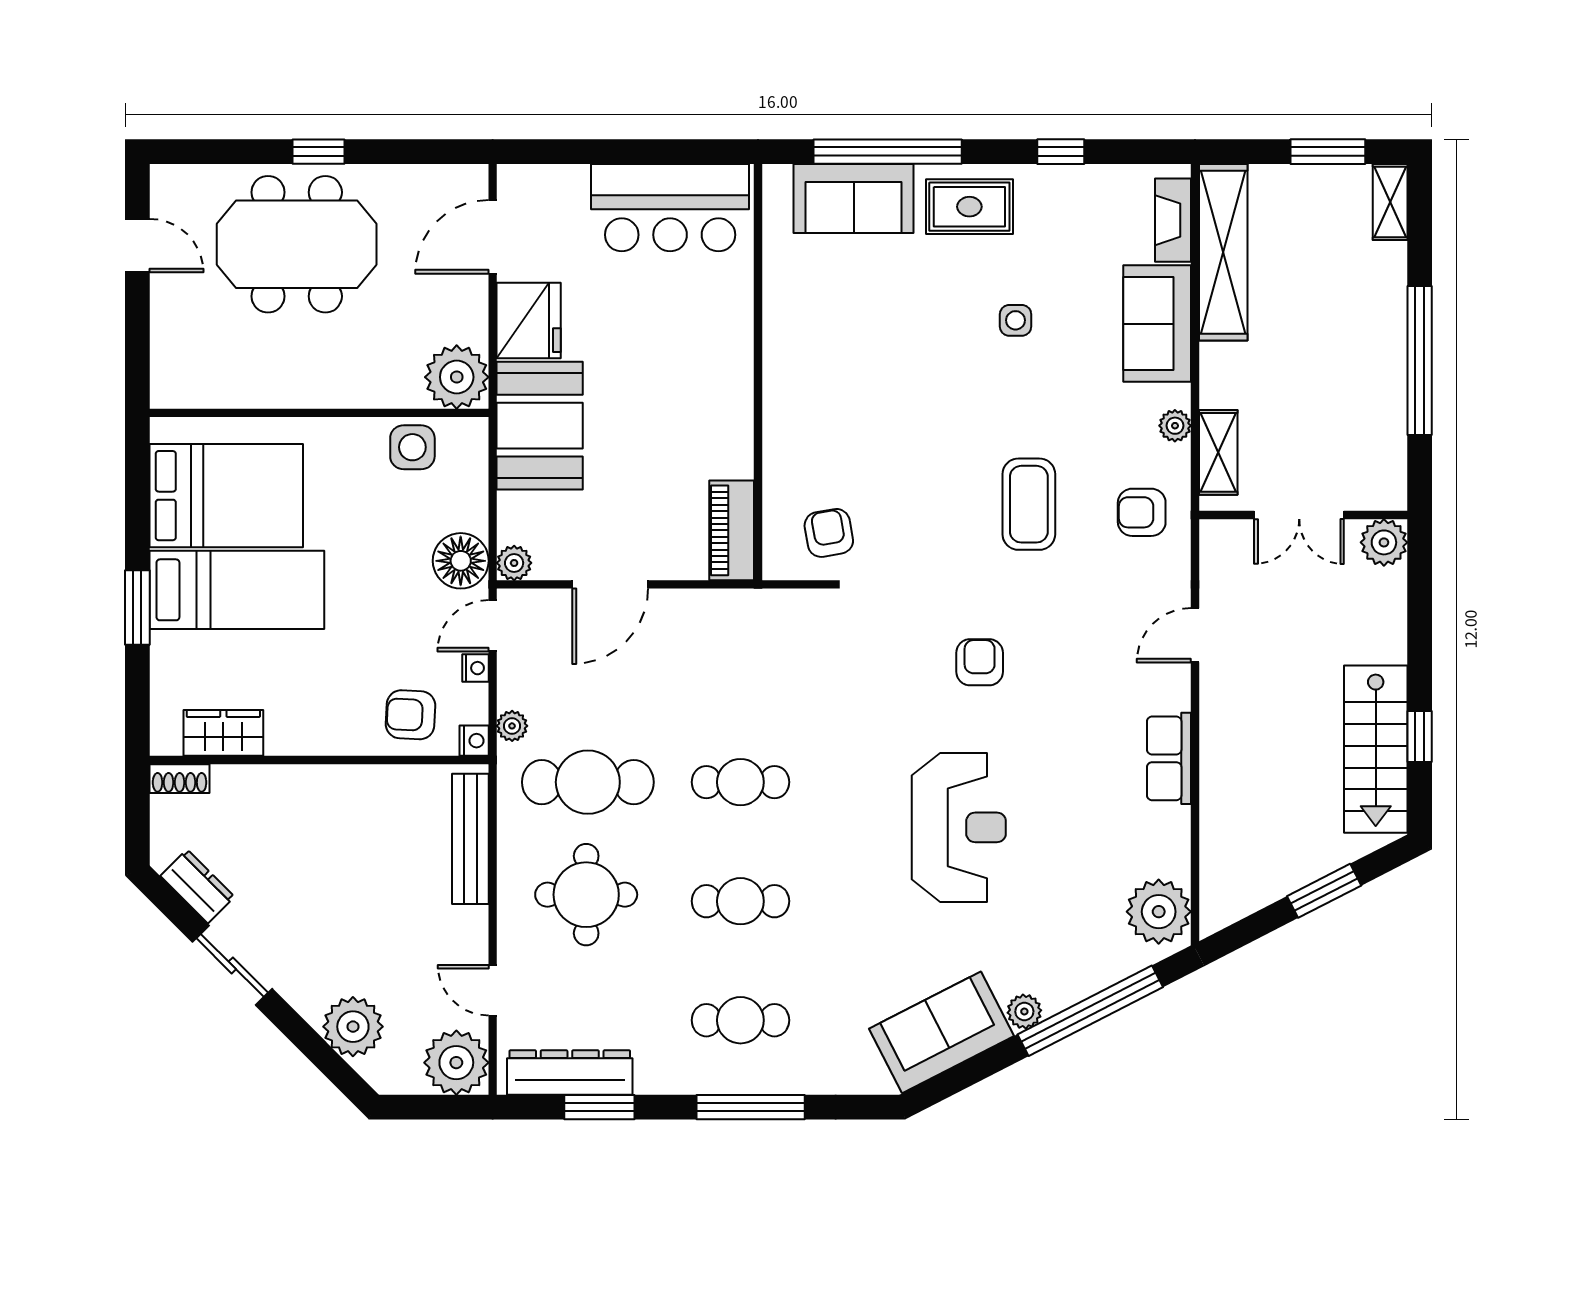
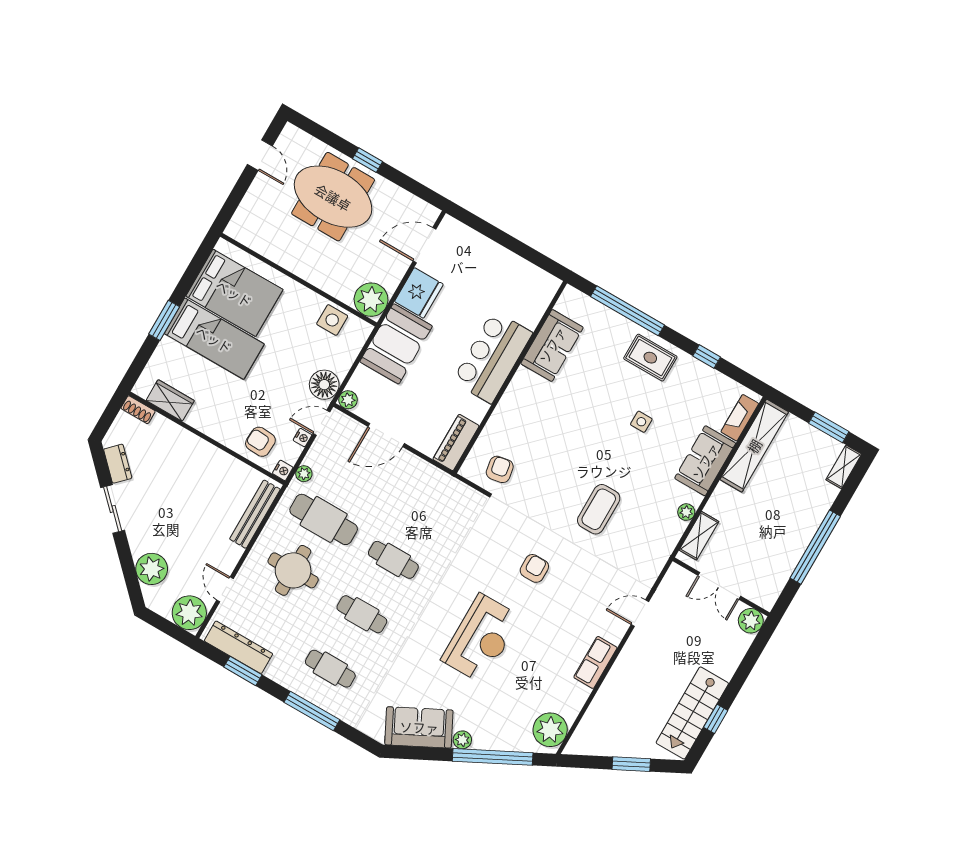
sofa: (854, 198) -> (552, 345), moved, turned -90
bar counter: (670, 208) -> (492, 357), moved, turned 90
armchair: (1142, 512) -> (648, 543), removed

